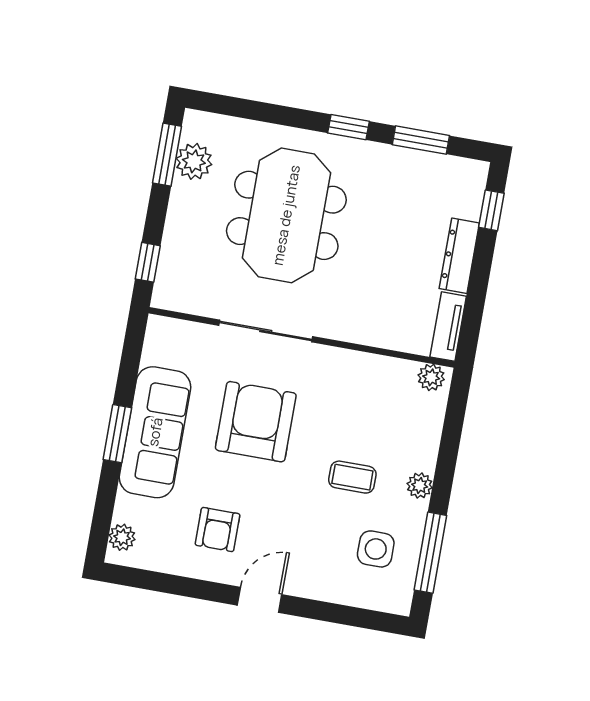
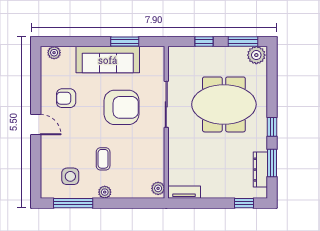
plant: (194, 161) -> (256, 55), moved
dresser: (459, 256) -> (260, 170), moved, turned -90
window: (148, 262) -> (204, 41), moved
window: (117, 434) -> (125, 41), moved

